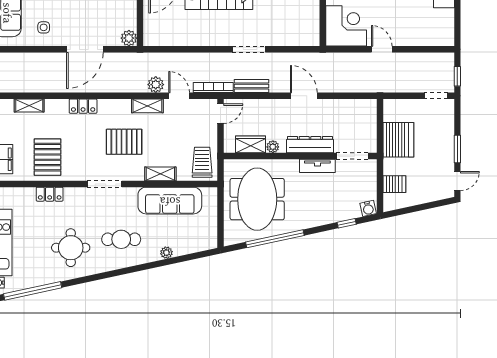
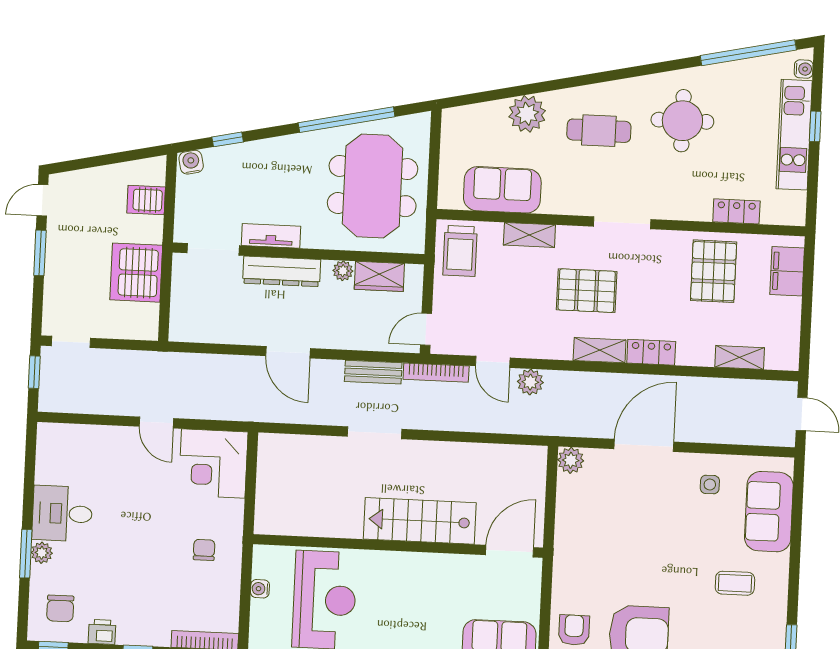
shelving: (147, 106) -> (600, 350), moved
locker: (50, 194) -> (736, 211), moved
sofa: (170, 201) -> (502, 190), width x0.73
plant: (166, 253) -> (527, 114), width x1.88, depth x1.88

